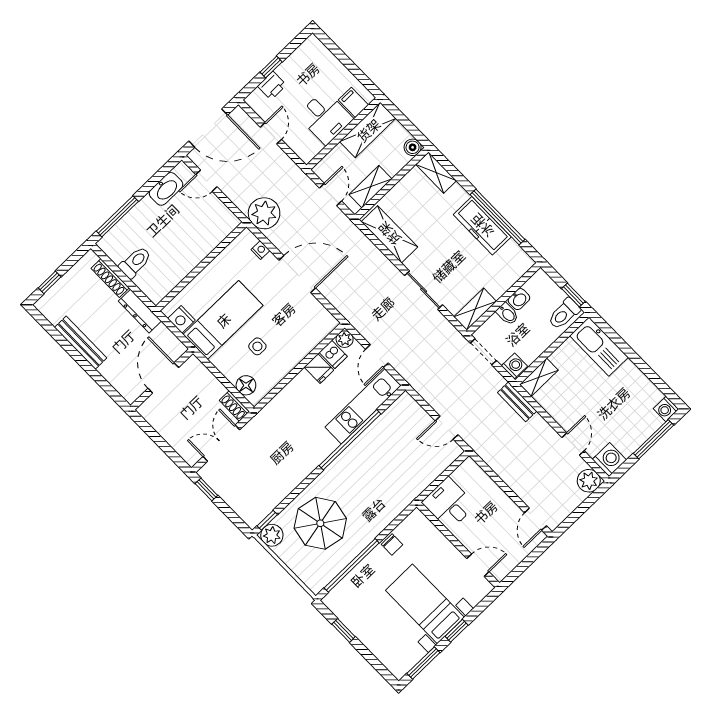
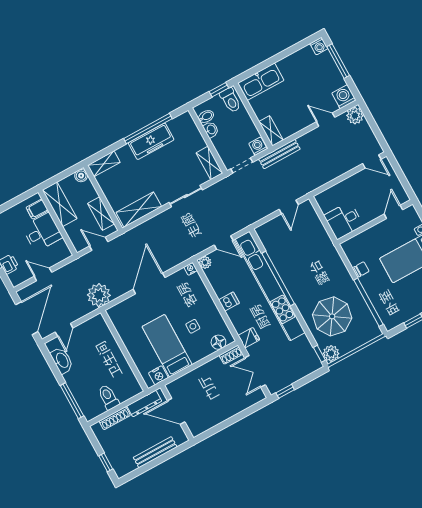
nightstand: (260, 250) -> (190, 269), moved
bidet: (507, 314) -> (206, 117), moved
dishwasher: (333, 354) -> (229, 302), moved
fridge: (319, 369) -> (249, 338), moved
door: (163, 378) -> (176, 411), moved
wall: (162, 379) -> (177, 413), moved
bench: (517, 402) -> (279, 154), width x1.36
kitchen unit: (363, 406) -> (270, 286), width x1.86

